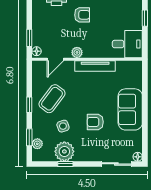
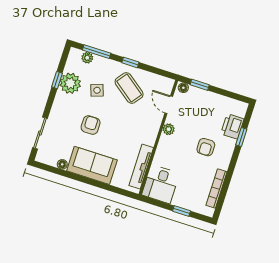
tv unit: (95, 66) -> (141, 167), moved
window: (29, 137) -> (97, 52), width x1.50
floor lamp: (138, 157) -> (62, 164), moved

